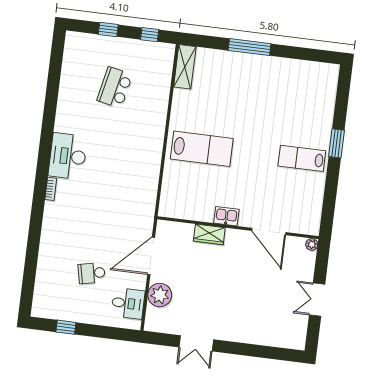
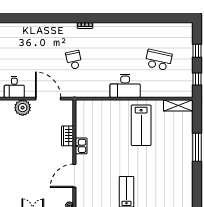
lab bench: (202, 149) -> (141, 125), moved
desk: (68, 156) -> (125, 86), moved, turned 180
school desk: (92, 273) -> (74, 60), moved

